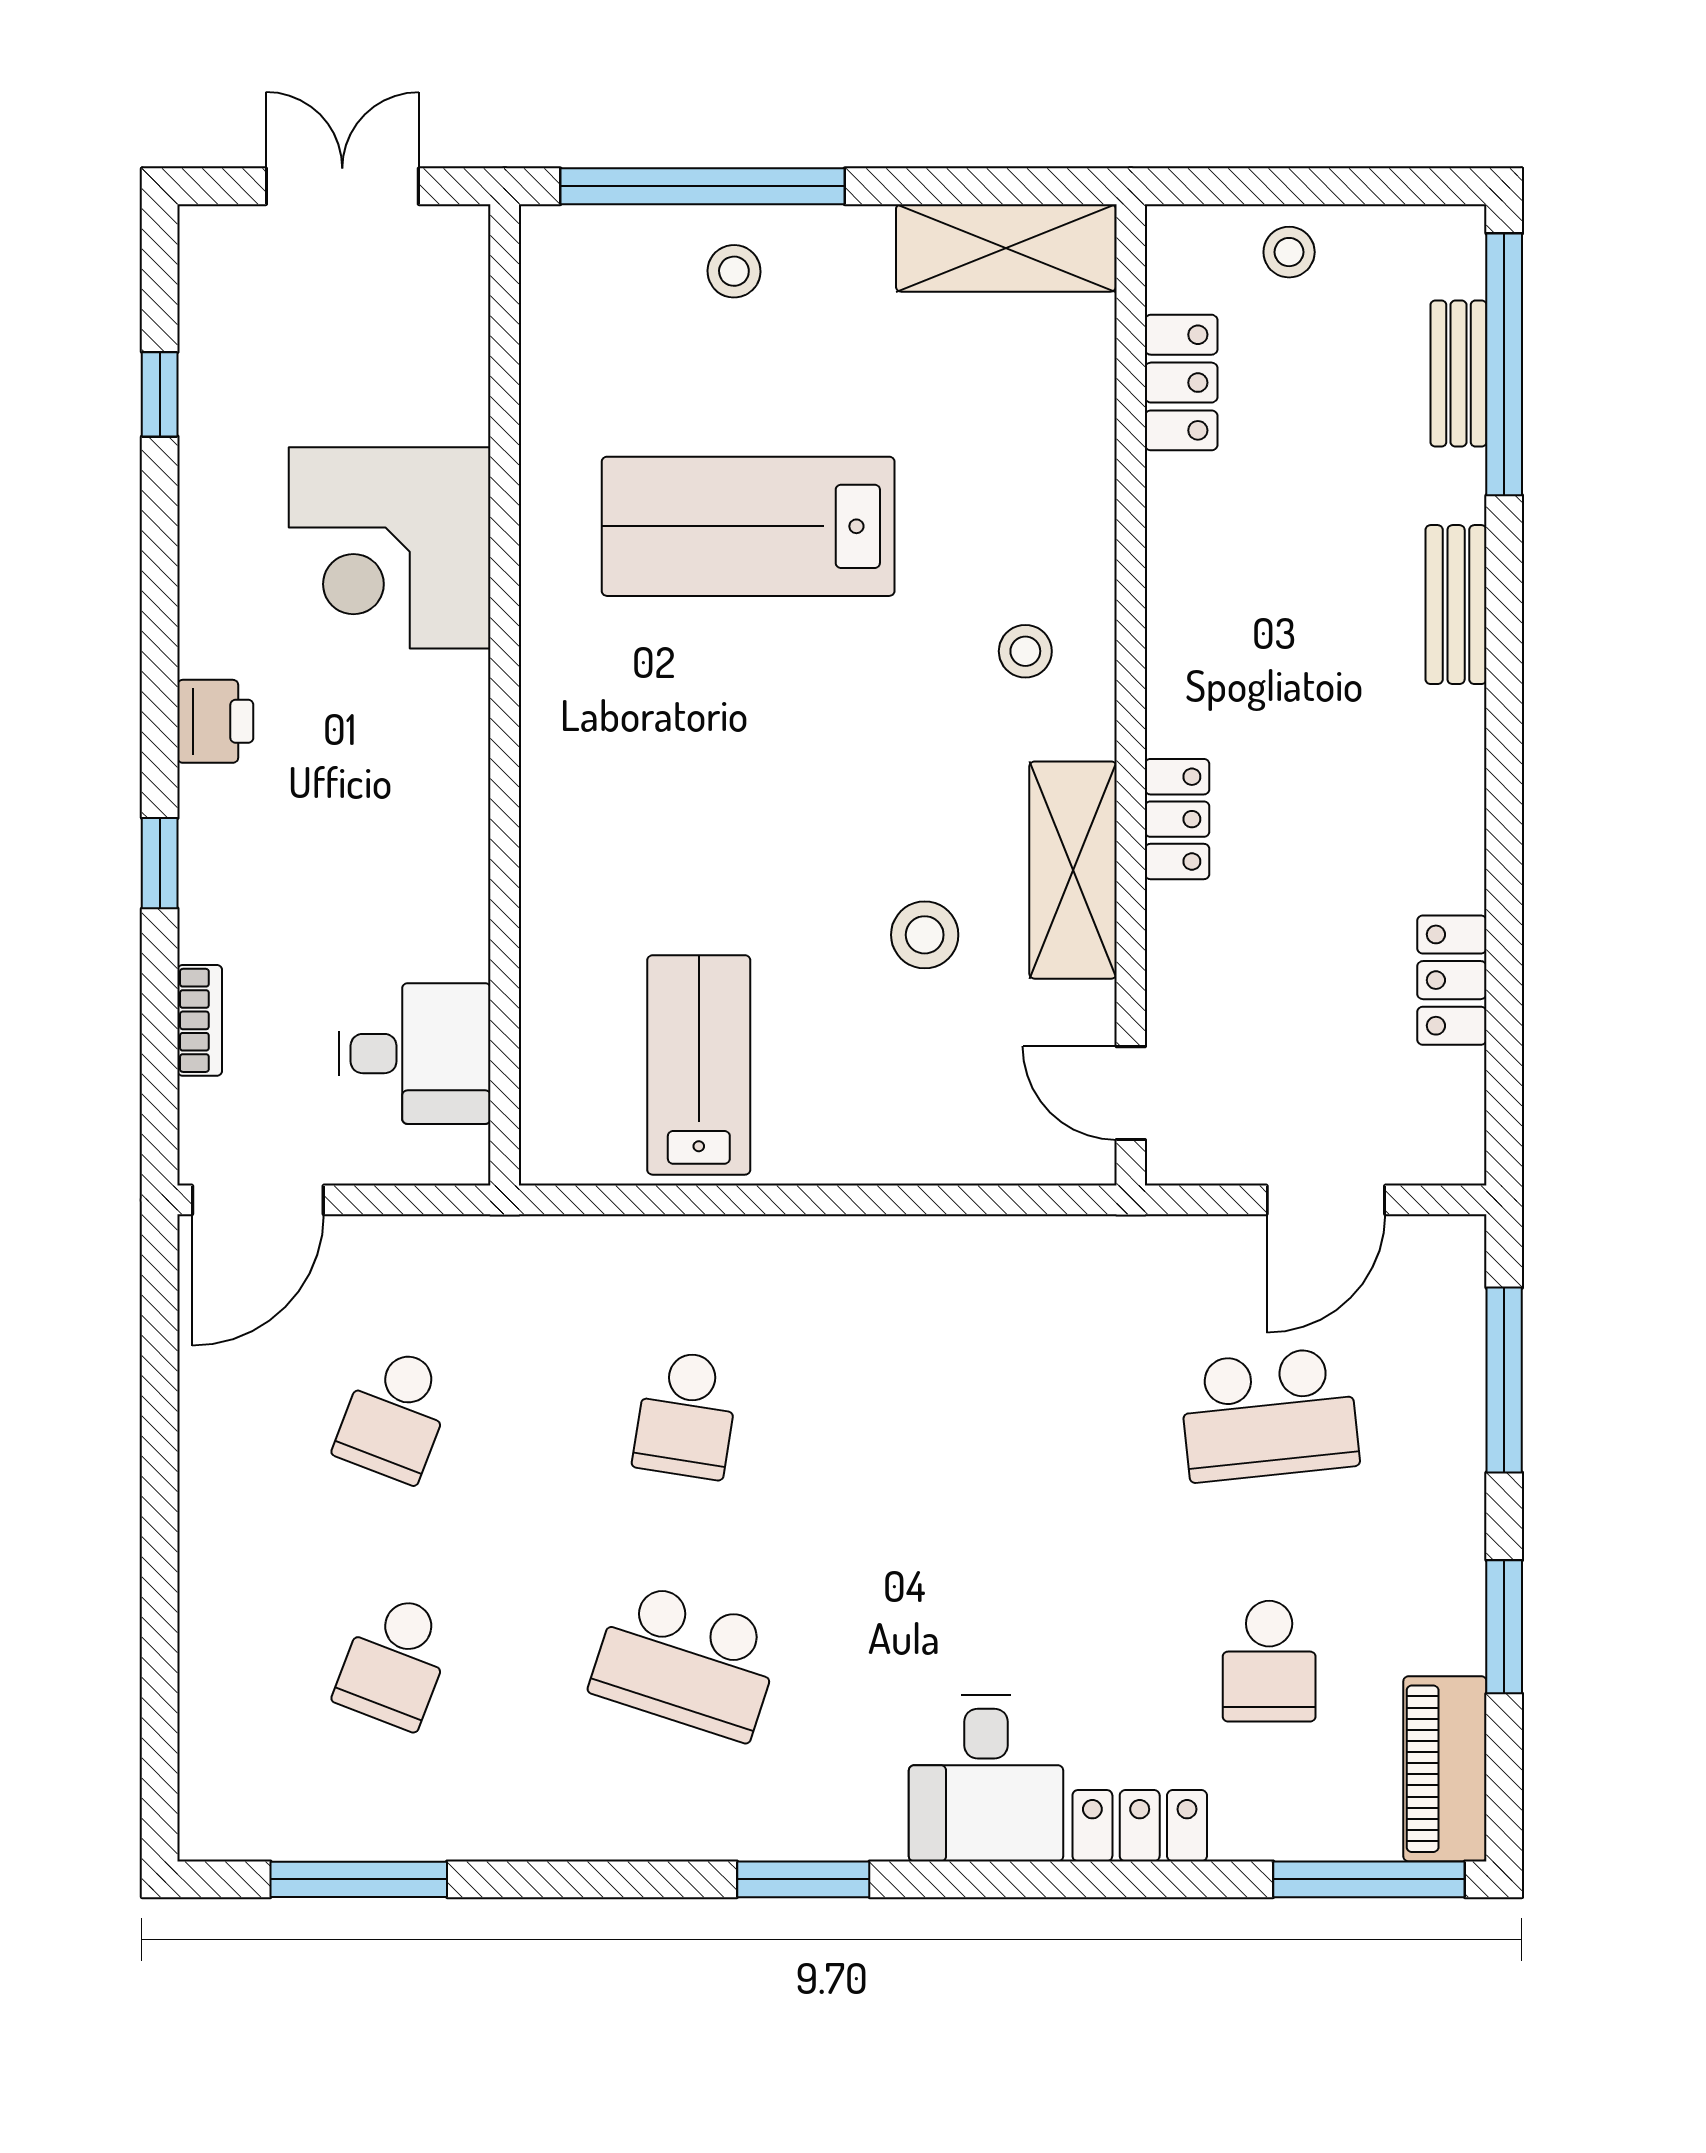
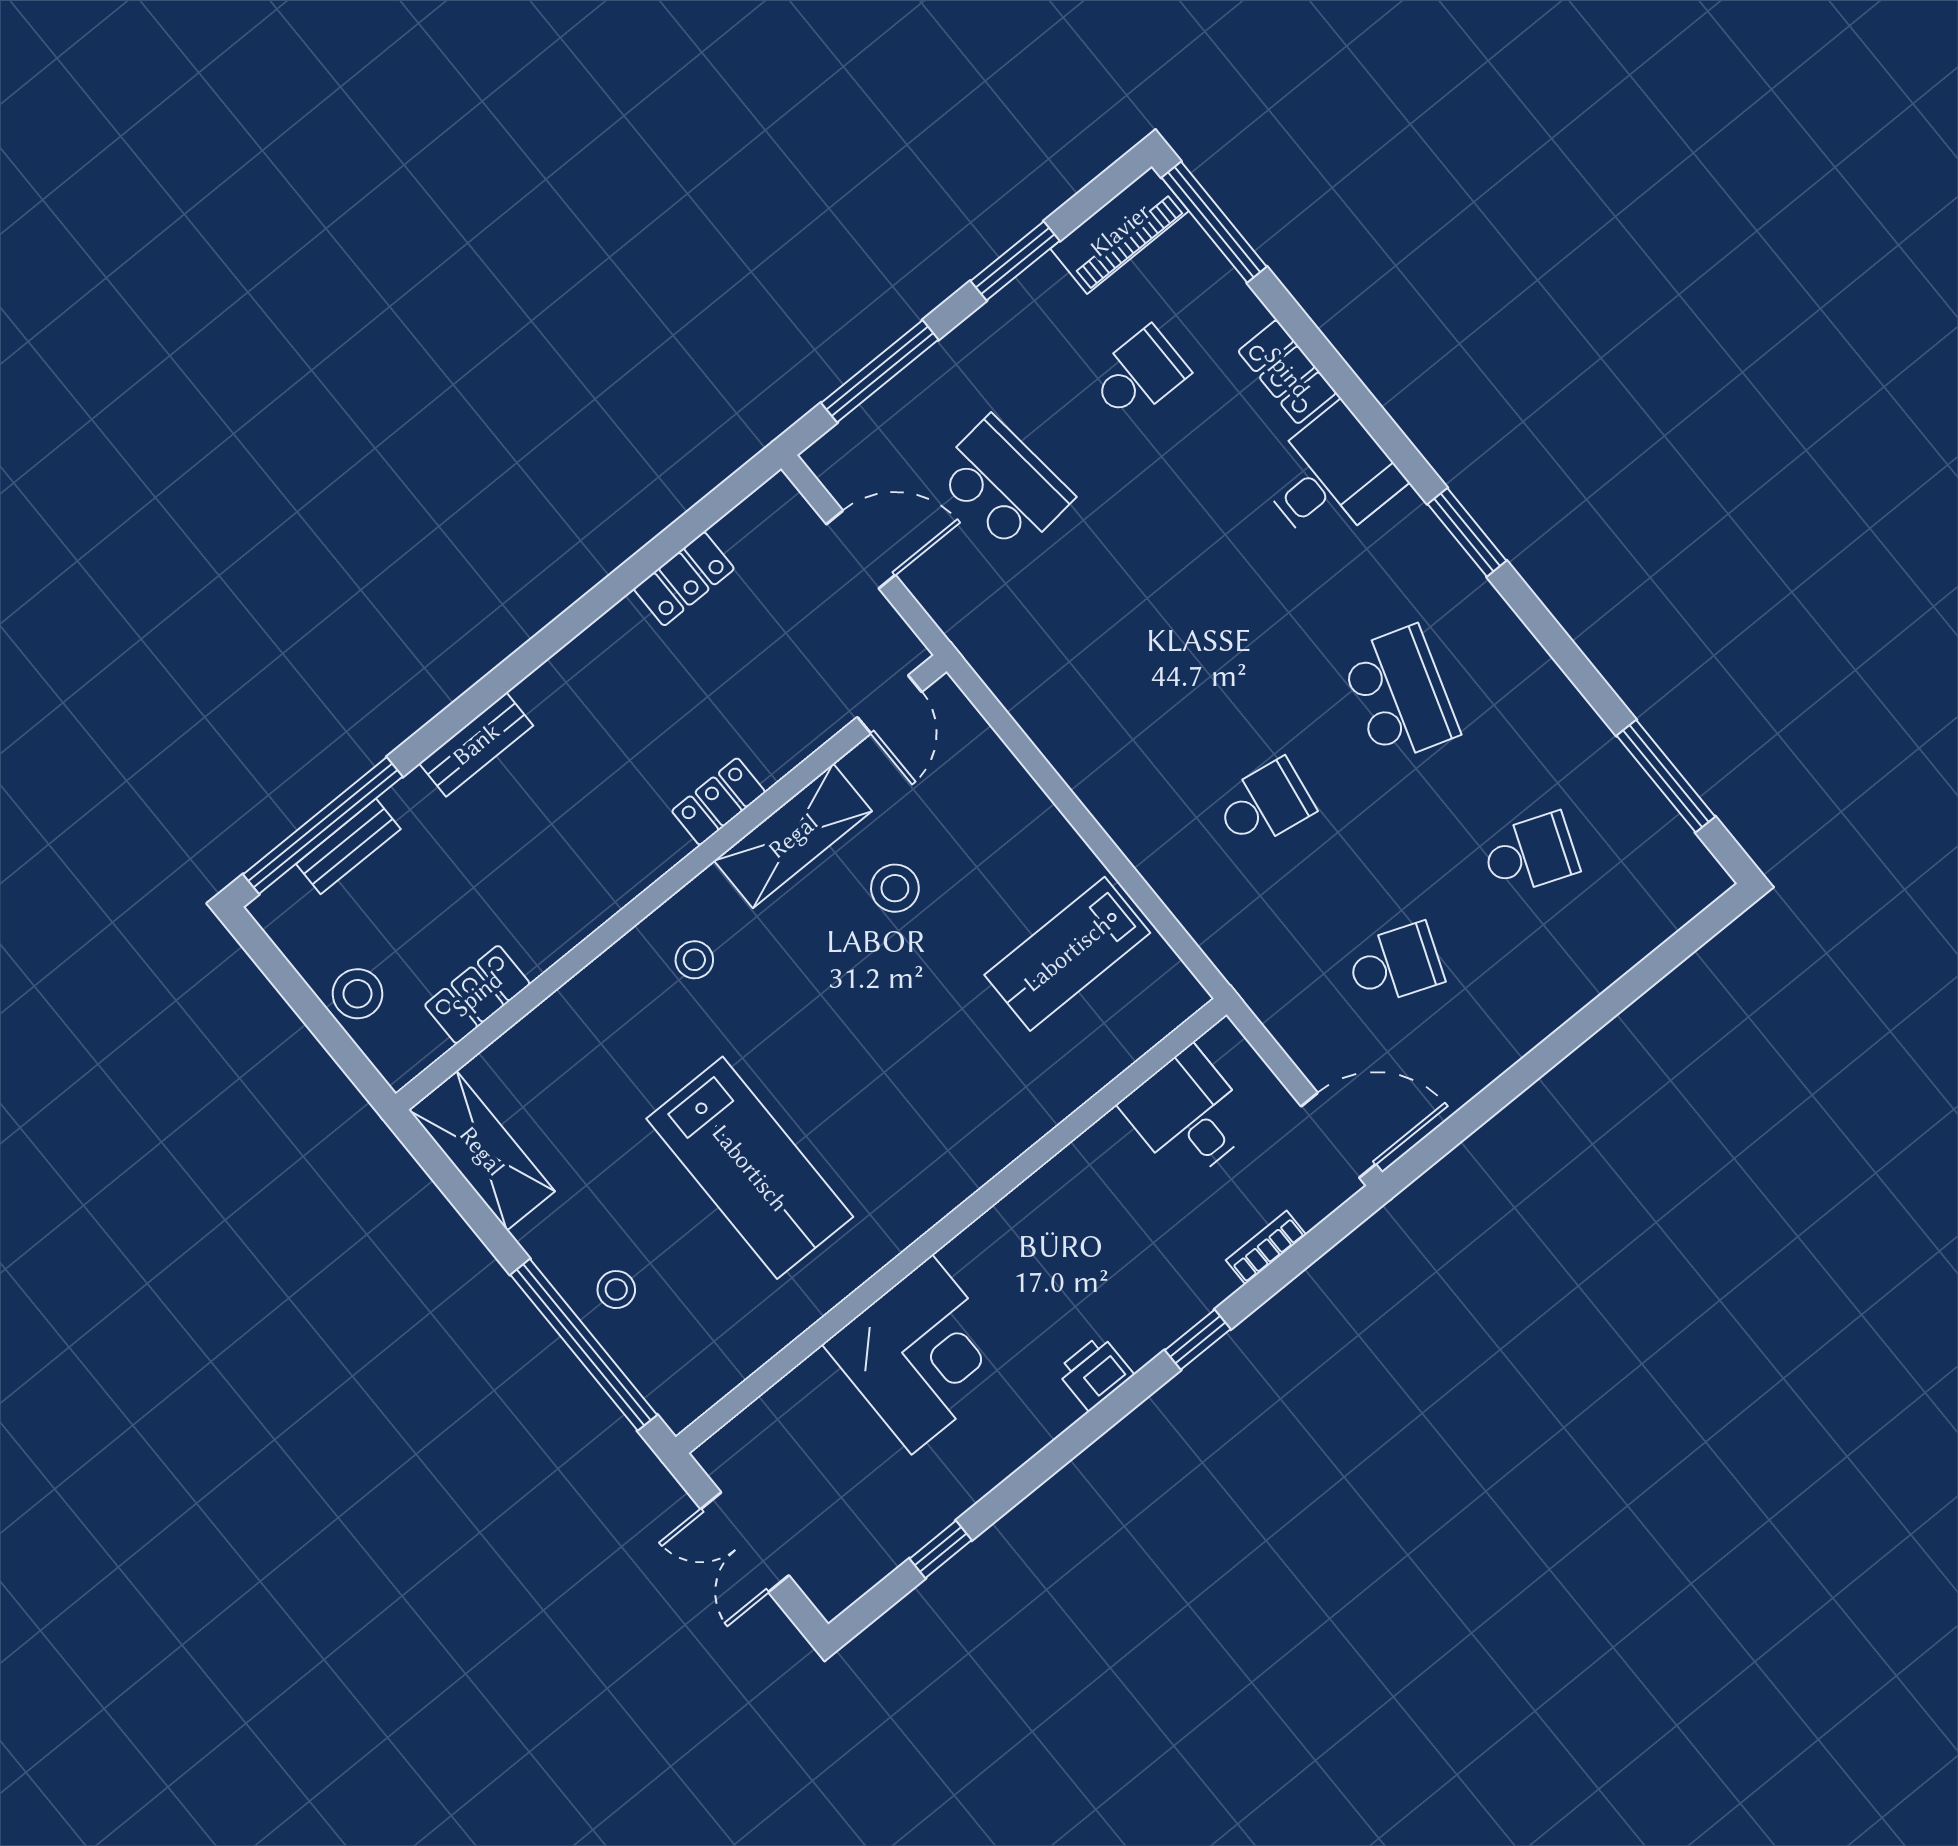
stool: (1289, 252) -> (358, 994), width x1.37, depth x1.37

